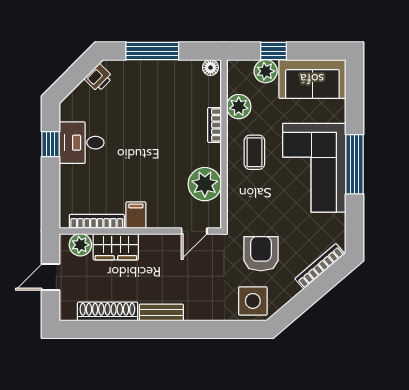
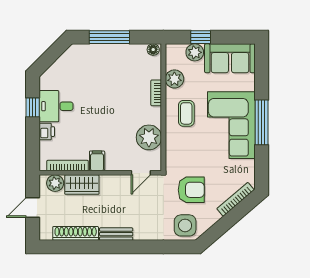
printer: (99, 78) -> (47, 132), moved, turned -45
armchair: (261, 254) -> (191, 190), turned 90

